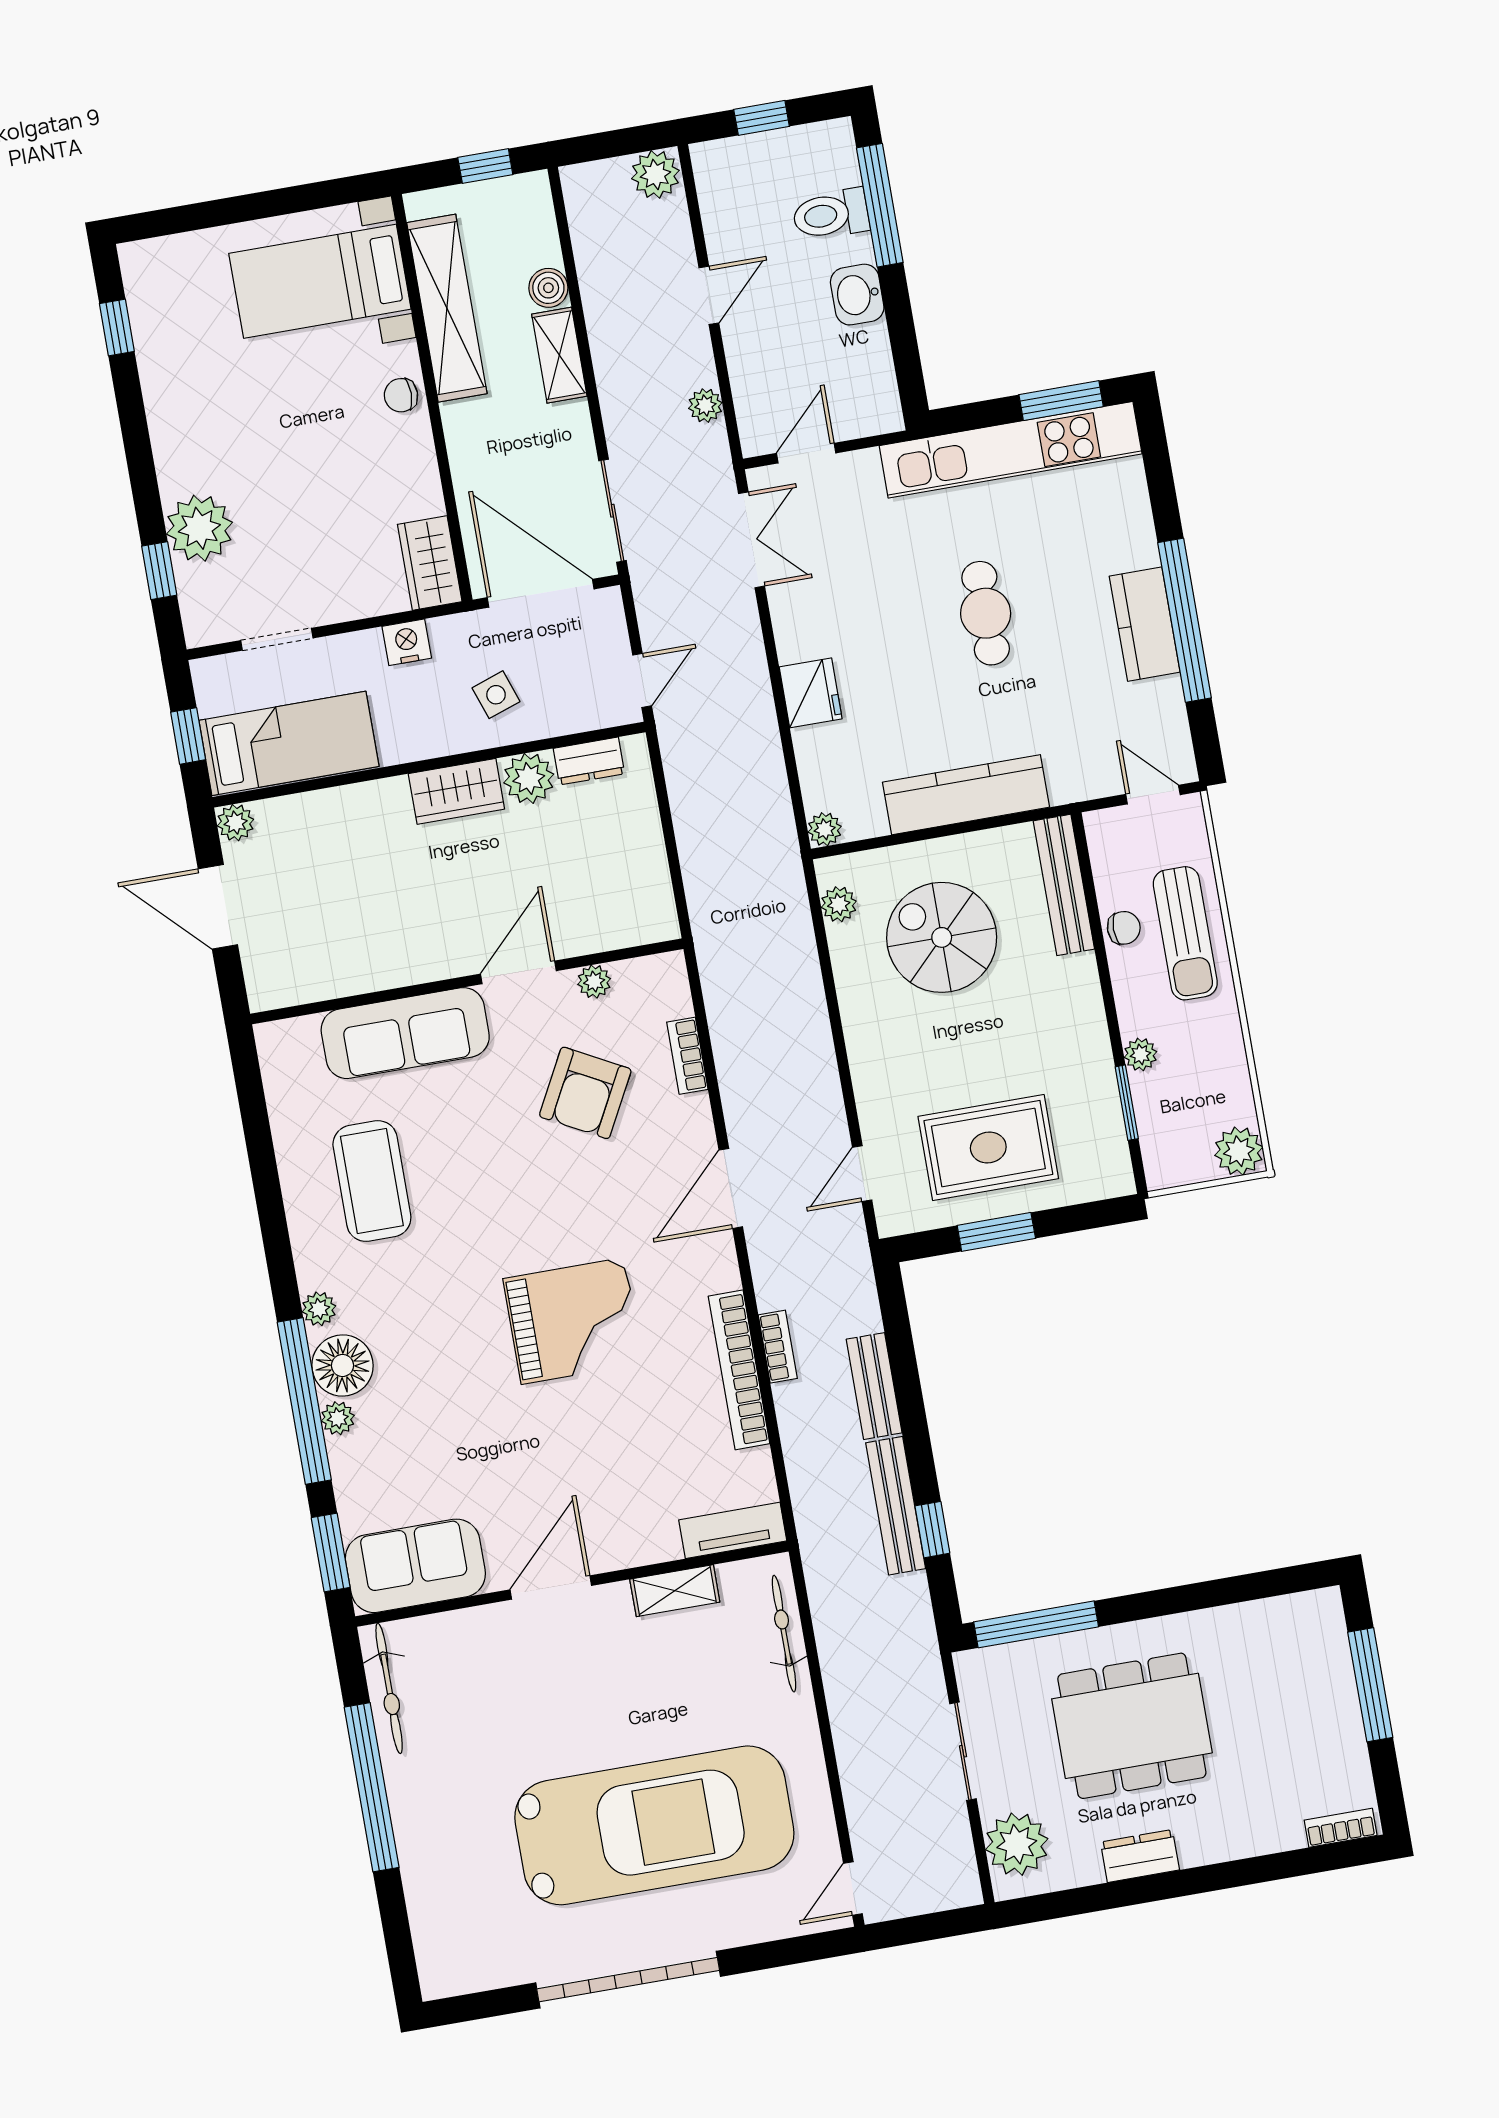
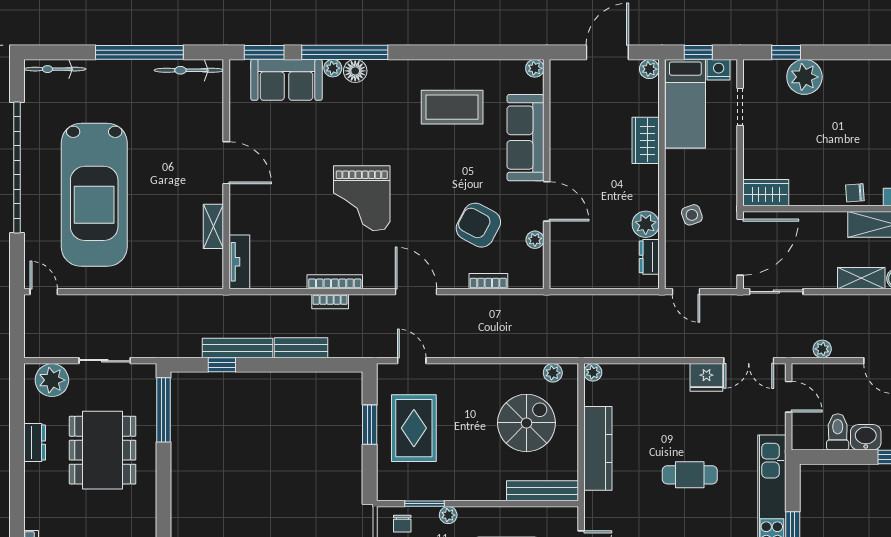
toilet: (856, 349) -> (838, 432), added
chair: (401, 395) -> (855, 193), turned -94
nightstand: (407, 642) -> (719, 70), moved, turned -90
fridge: (811, 693) -> (706, 377), moved
wardrobe: (456, 791) -> (646, 140), moved
chair: (1124, 928) -> (402, 524), moved
plant: (319, 1309) -> (535, 68), moved
floor lamp: (343, 1365) -> (355, 71), width x0.73, depth x0.73
bookcase: (739, 1370) -> (335, 282), width x0.68, depth x0.76
sofa: (415, 1566) -> (286, 80), moved, turned 90
bicycle: (784, 1634) -> (55, 69), moved, turned 180
garage door: (628, 1980) -> (17, 167), width x1.36

